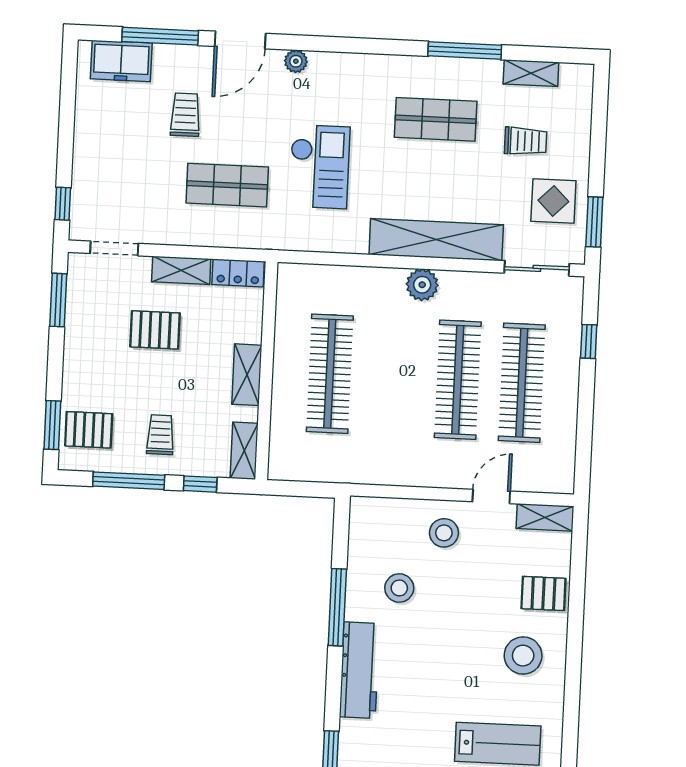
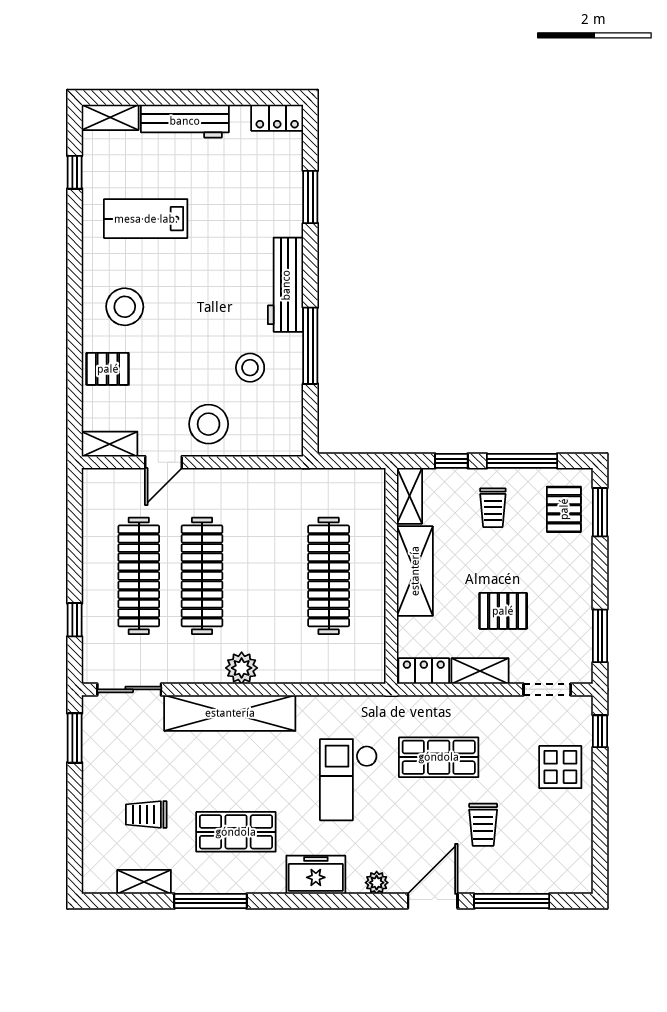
freezer: (121, 61) -> (316, 875), moved
display table: (553, 201) -> (560, 767), moved
shelving: (247, 375) -> (415, 571), width x1.50, depth x1.33
pallet: (89, 430) -> (564, 509), turned 90
stool: (444, 533) -> (209, 424), width x1.38, depth x1.38

